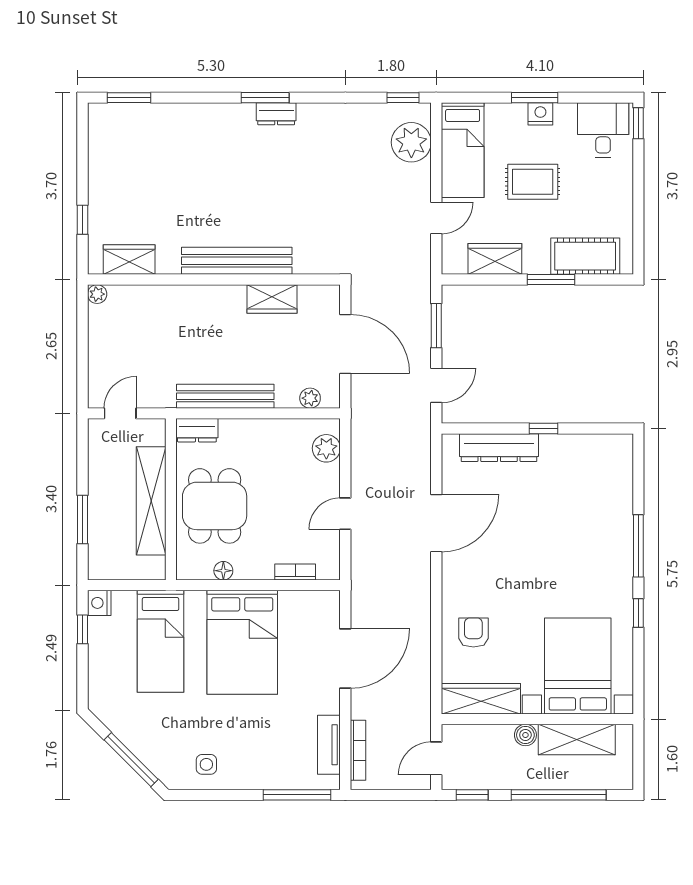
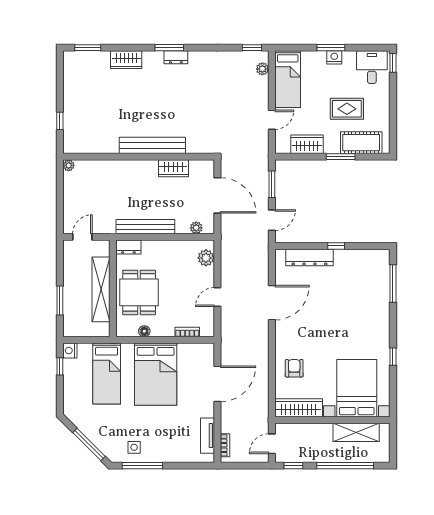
plant: (411, 142) -> (262, 69), width x0.53, depth x0.53
rug: (533, 182) -> (347, 109), moved
wardrobe: (129, 260) -> (126, 60), moved, turned 180
window: (638, 546) -> (393, 283), moved
boiler: (525, 735) -> (325, 430), removed
bookcase: (358, 750) -> (225, 445), width x0.64
window: (297, 795) -> (142, 466), moved

